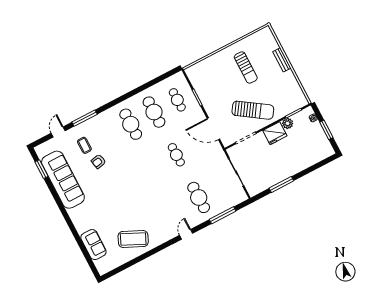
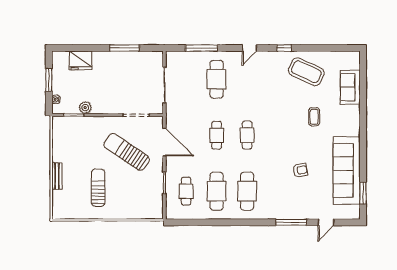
sun lounger: (253, 110) -> (127, 152), moved
fridge: (275, 133) -> (80, 60), moved, turned 180
coffee table: (84, 145) -> (314, 117), moved
cafe table: (153, 167) -> (247, 135), added
window: (160, 248) -> (284, 48), added

